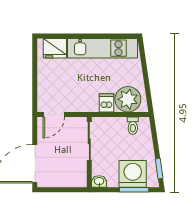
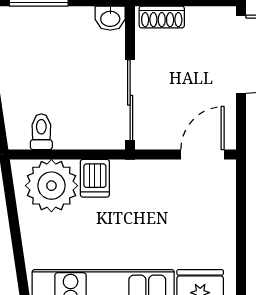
washing machine: (133, 174) -> (42, 33), removed
shoe rack: (74, 182) -> (162, 17), added

